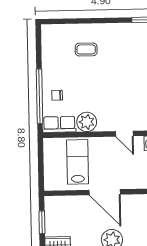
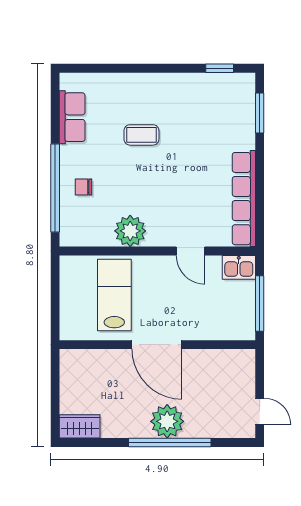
coffee table: (86, 49) -> (141, 135), moved
row of seats: (59, 124) -> (72, 117), moved, turned 90
window: (42, 222) -> (55, 391), removed

